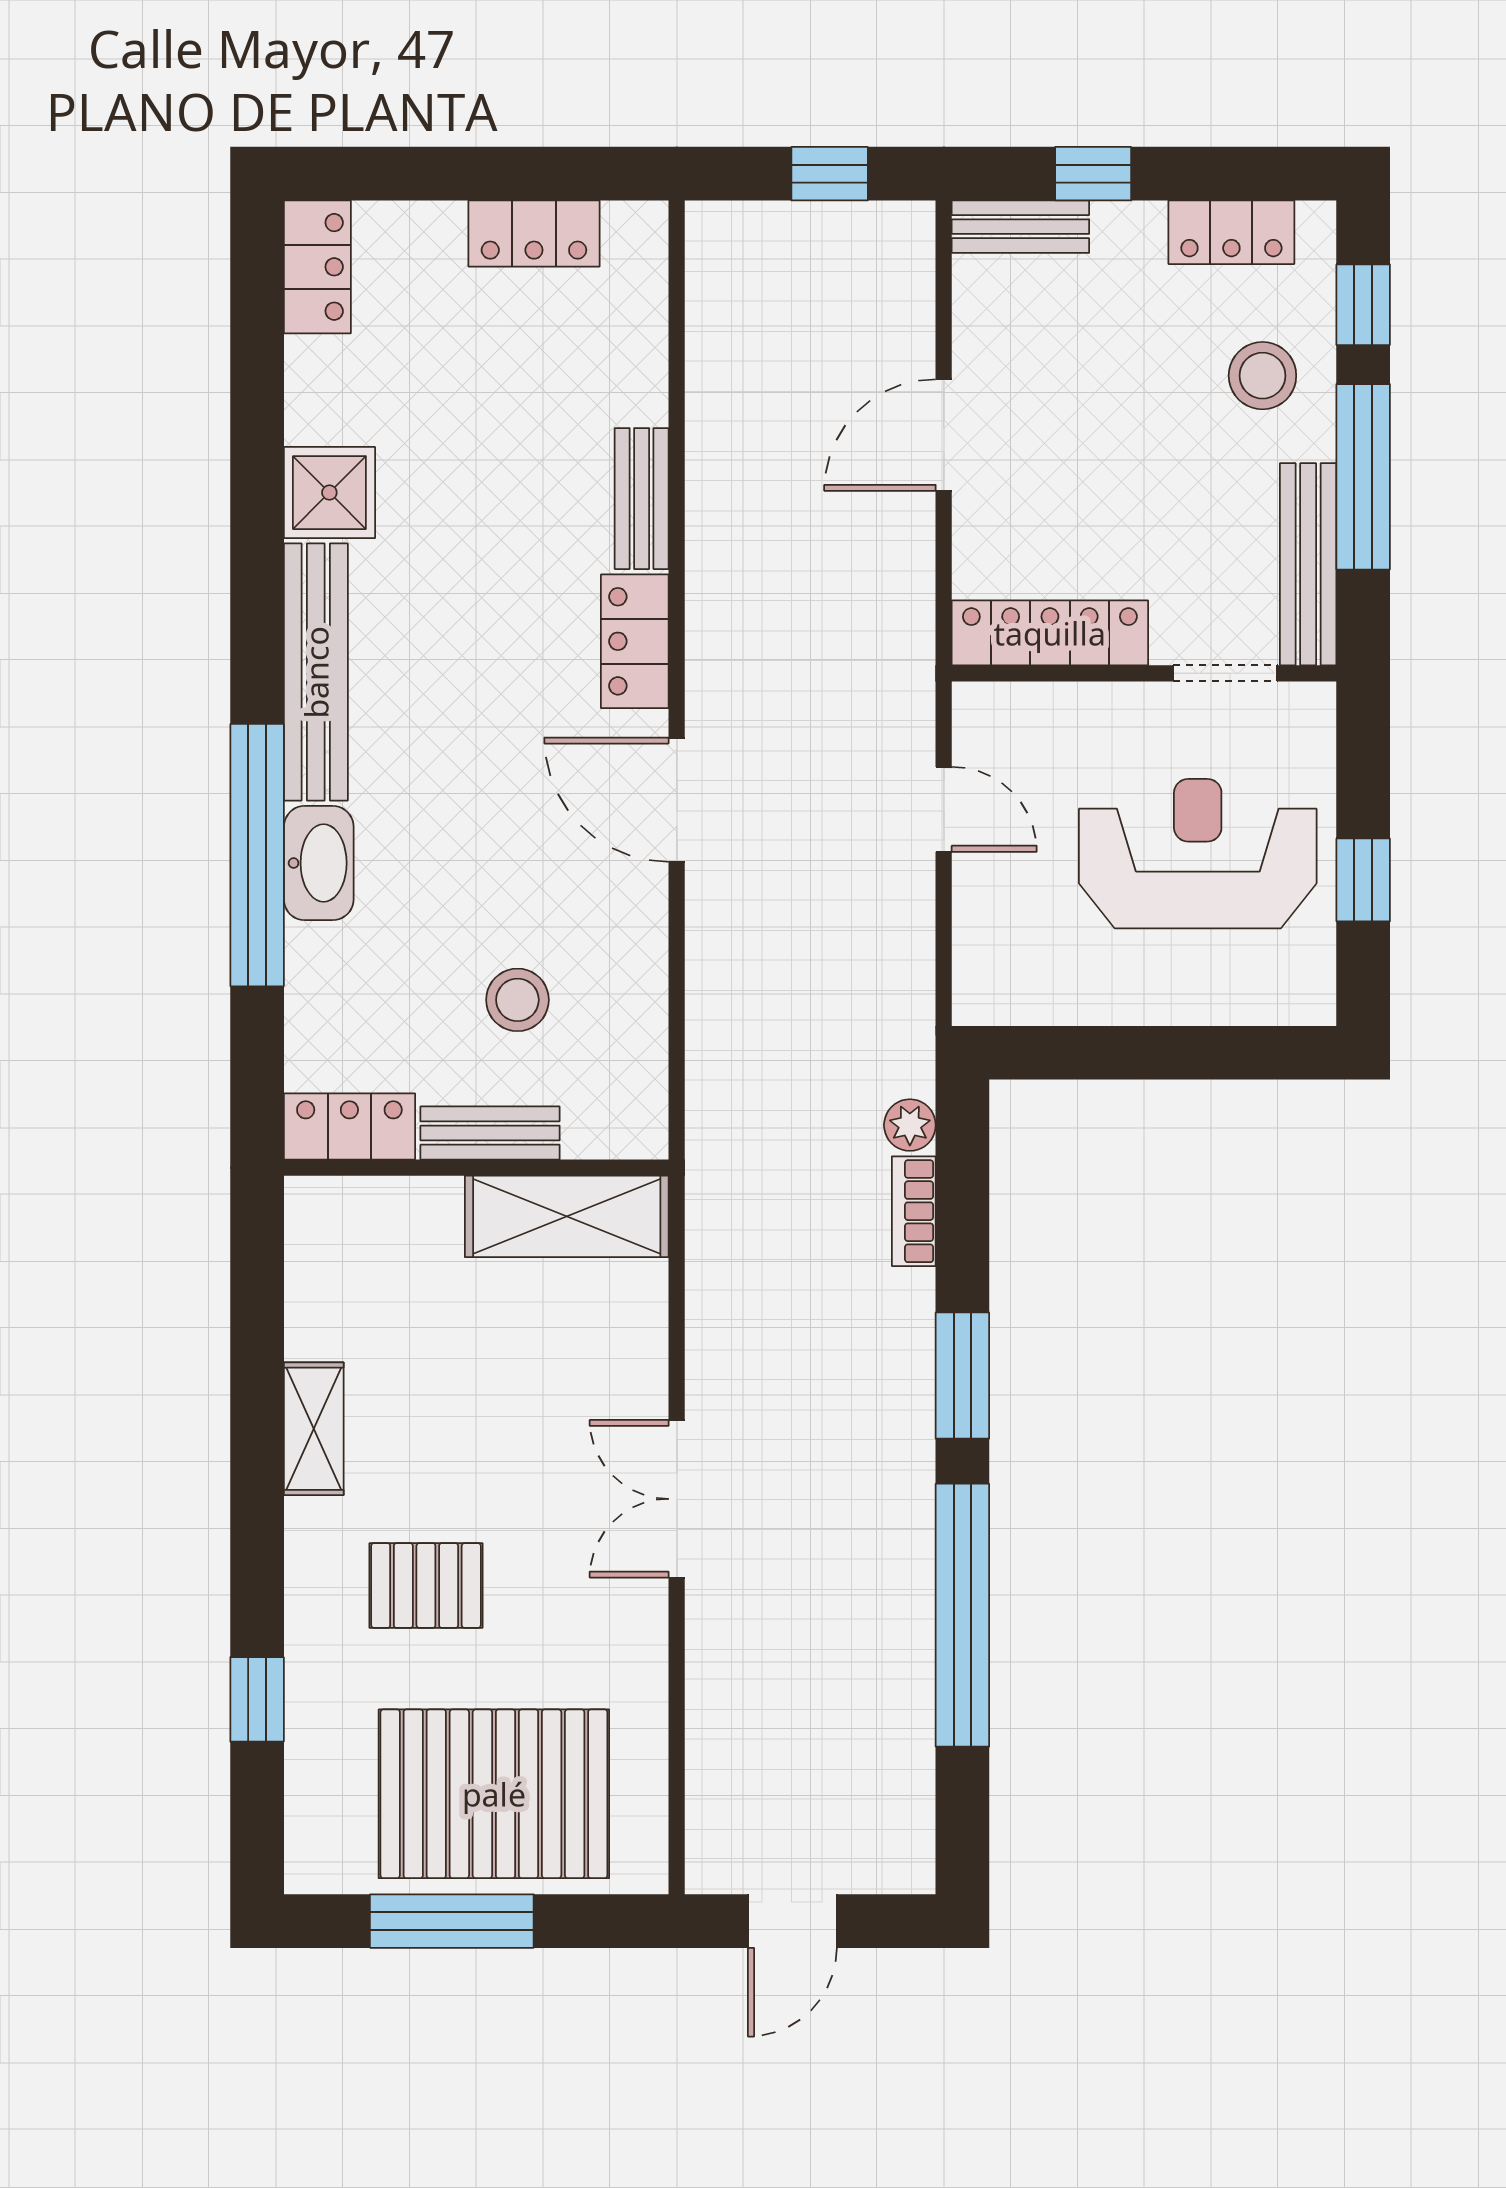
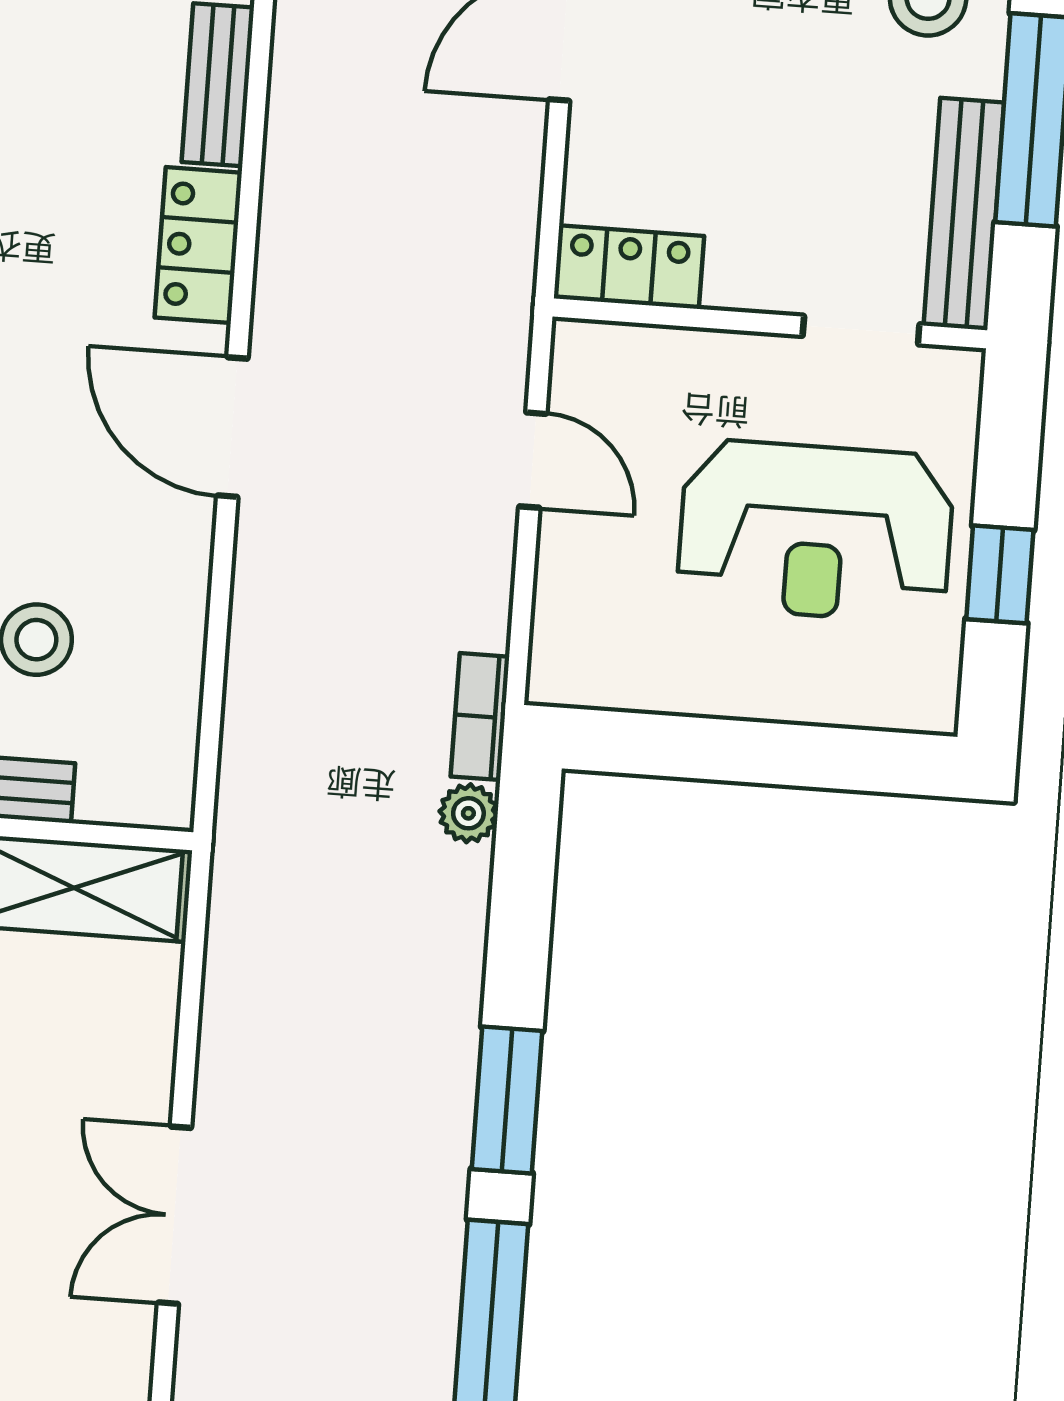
locker: (1050, 633) -> (629, 267), width x0.66
reception desk: (1198, 854) -> (815, 531), turned 180
bookcase: (914, 1211) -> (480, 717), moved

